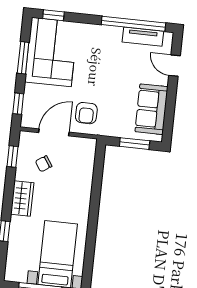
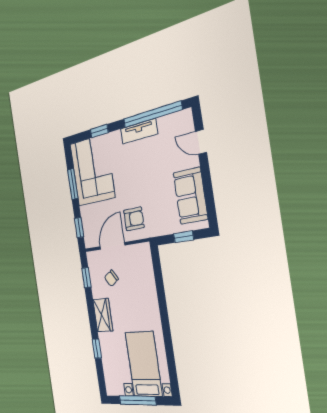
window: (53, 15) -> (99, 131), moved
tv unit: (143, 37) -> (139, 131), moved
armchair: (86, 113) -> (134, 219), turned -90
window: (135, 144) -> (184, 237), width x0.67

